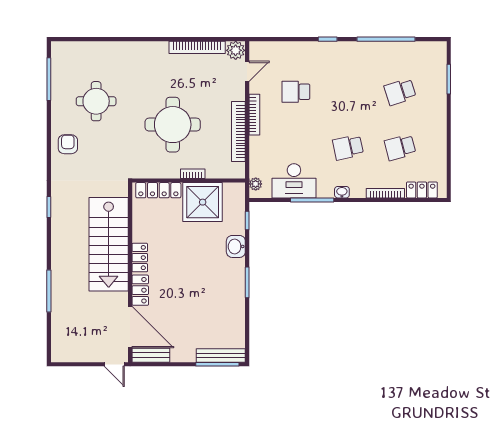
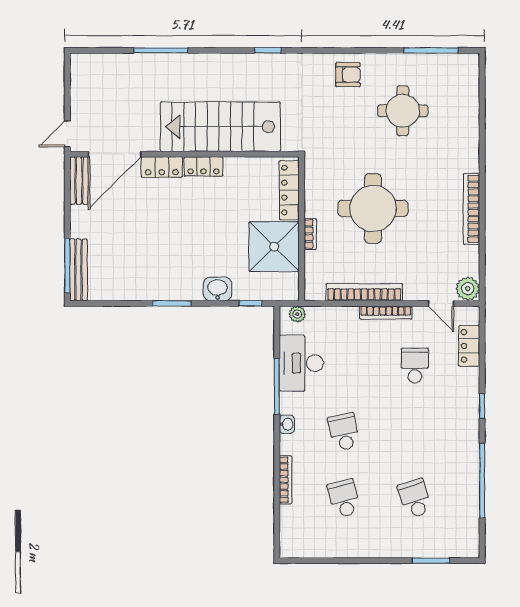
bookcase: (197, 47) -> (471, 209), moved
locker: (422, 190) -> (469, 346), moved, turned 180

